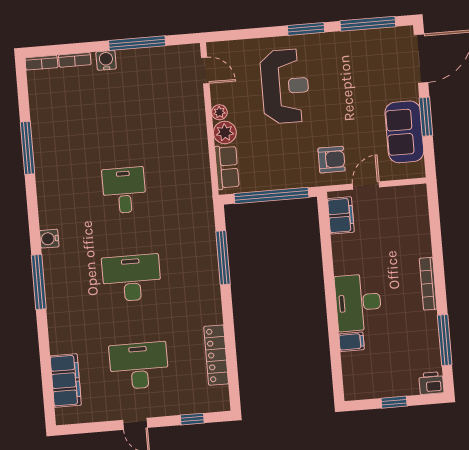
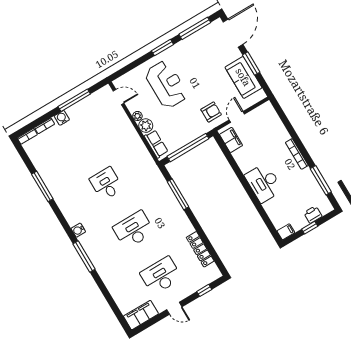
filing cabinet: (352, 342) -> (286, 232), moved
filing cabinet: (66, 380) -> (141, 315), moved, turned -90
printer: (431, 383) -> (313, 214), moved

